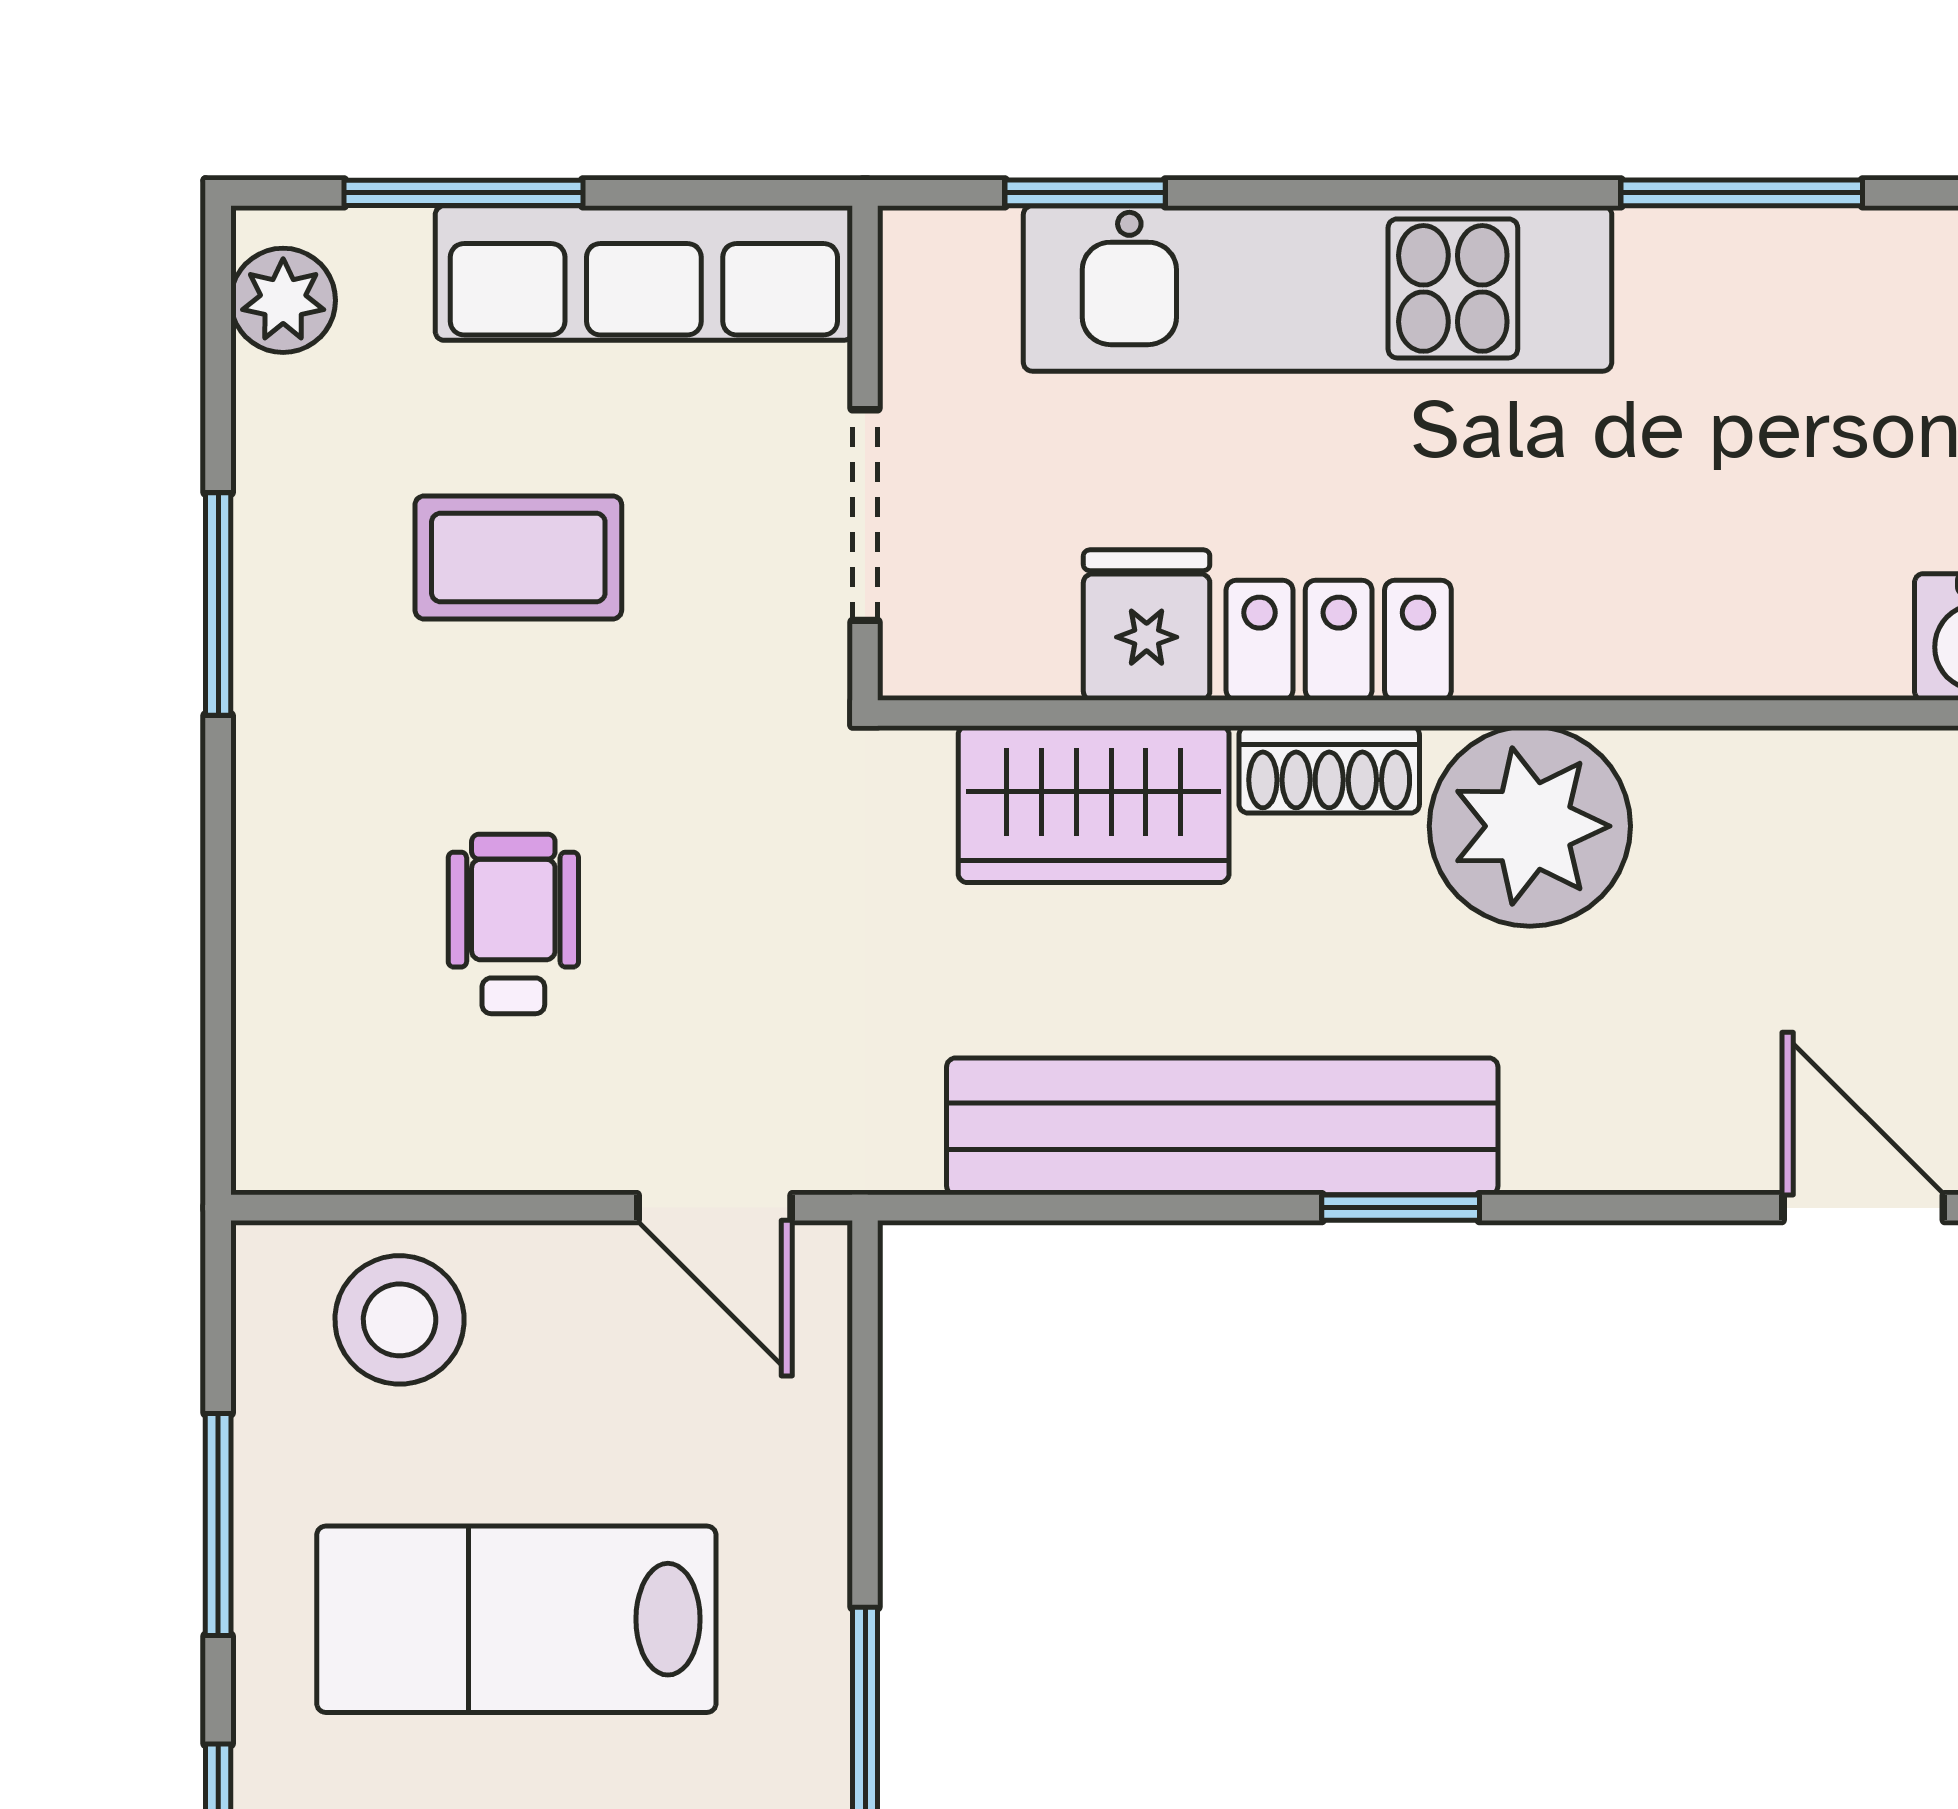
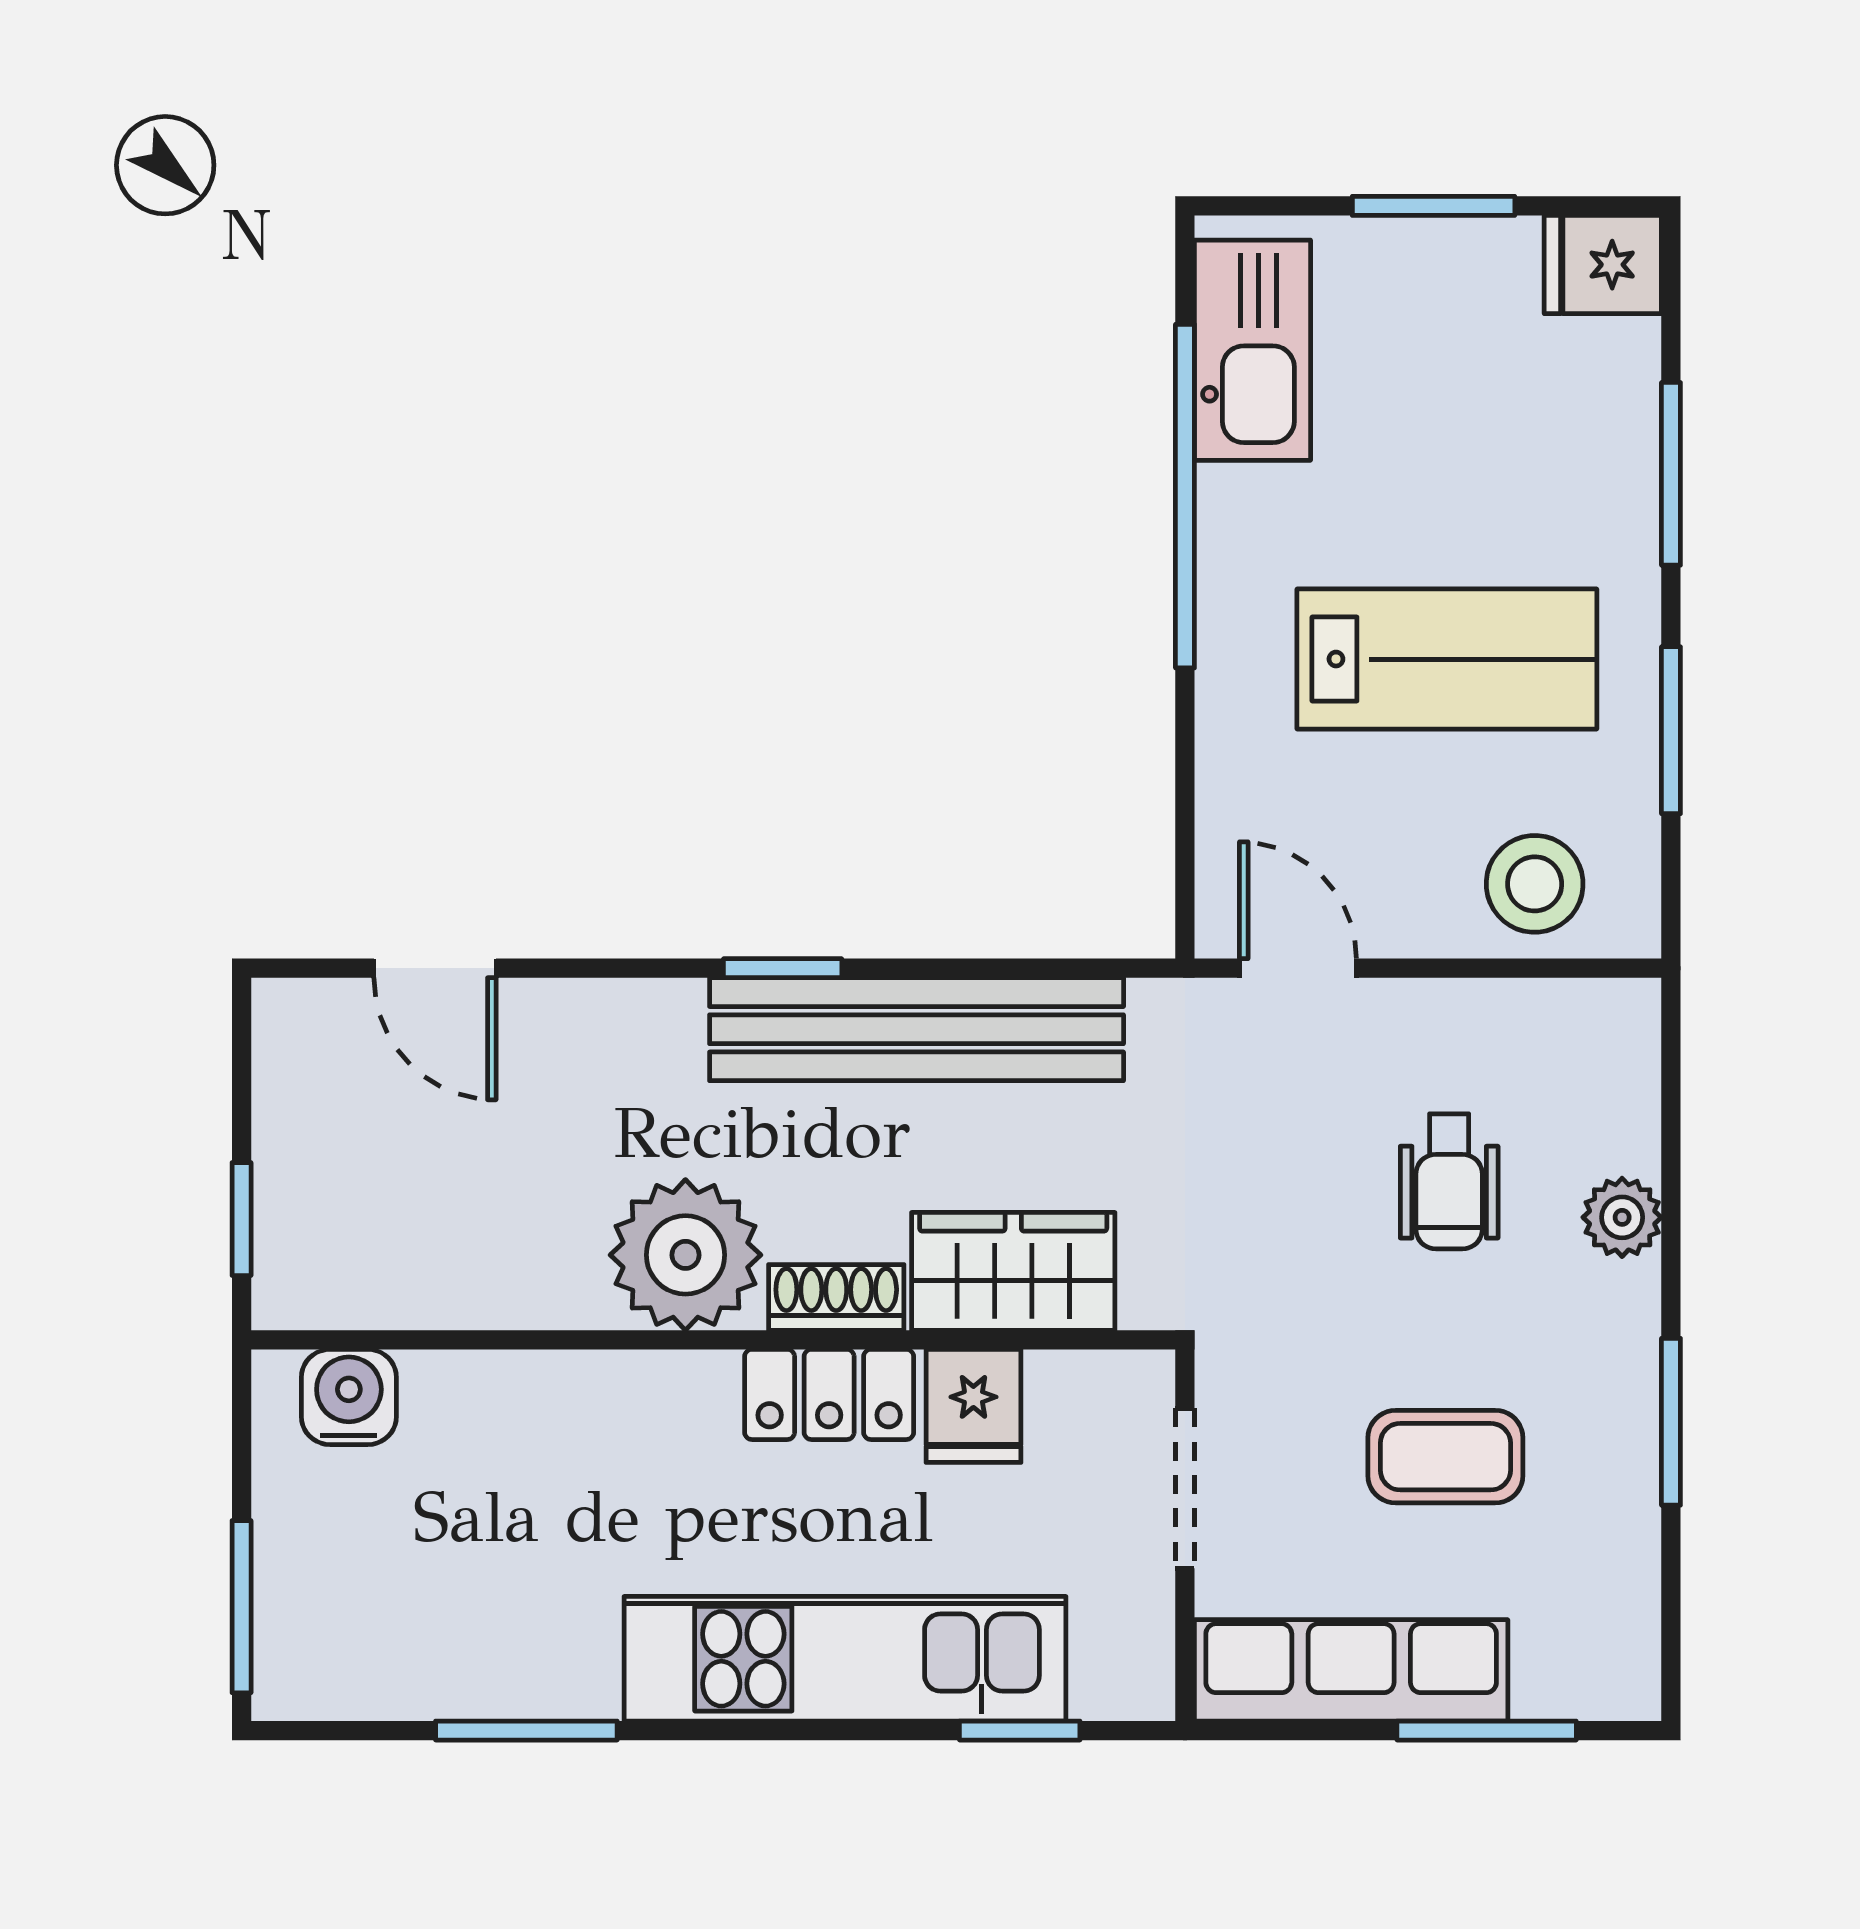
plant: (283, 300) -> (1622, 1217), moved

